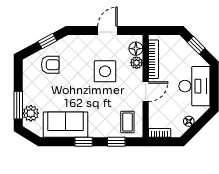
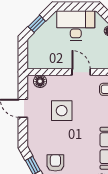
bookcase: (153, 59) -> (50, 65), removed
plant: (136, 63) -> (53, 81), removed

